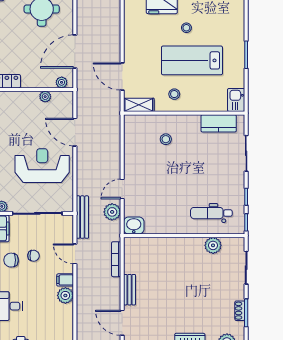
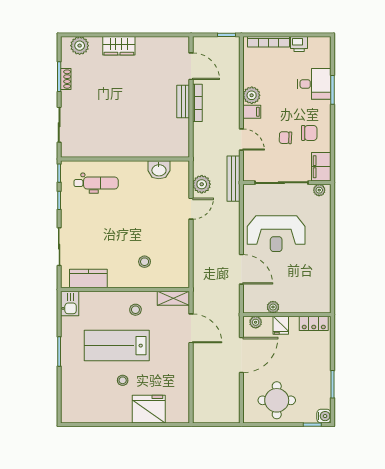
lab bench: (192, 60) -> (117, 346), turned 180
fridge: (38, 79) -> (281, 325), added
washbasin: (134, 225) -> (159, 170), moved
plant: (213, 245) -> (94, 149), removed
bookcase: (116, 259) -> (197, 103), moved

